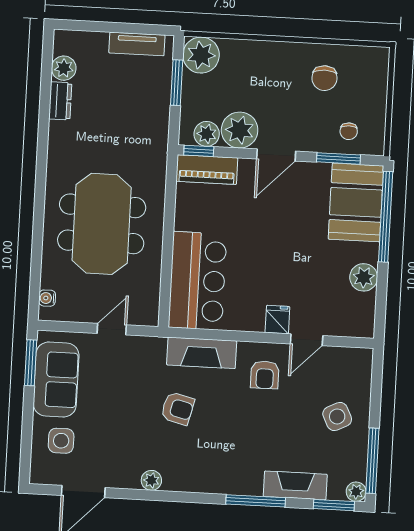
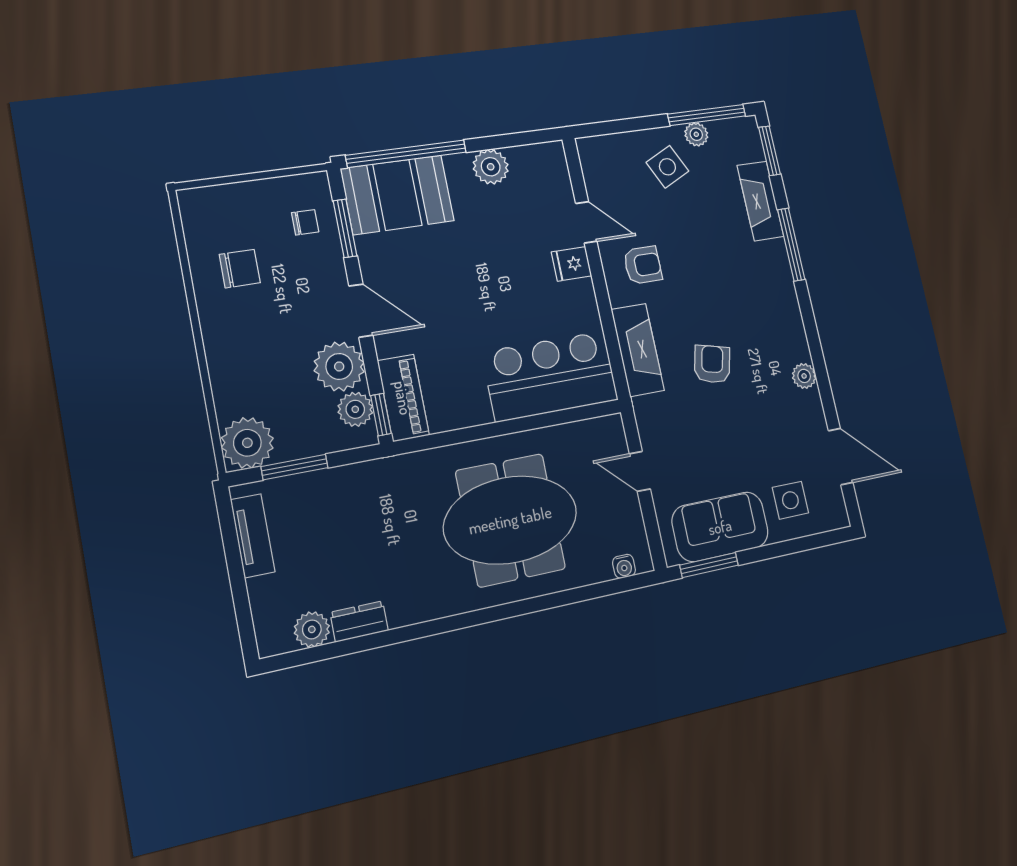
plant: (356, 492) -> (696, 134), moved

